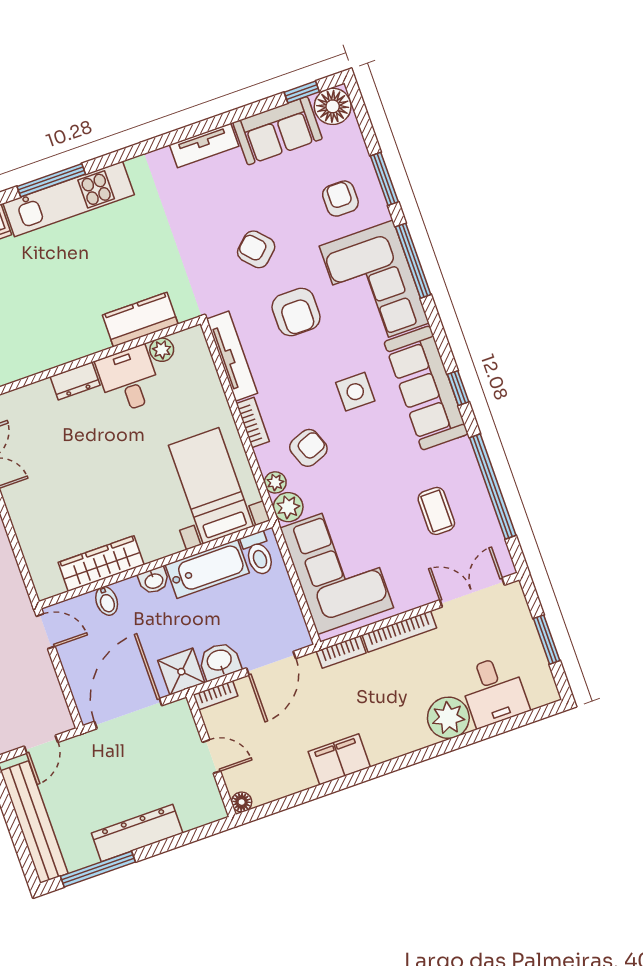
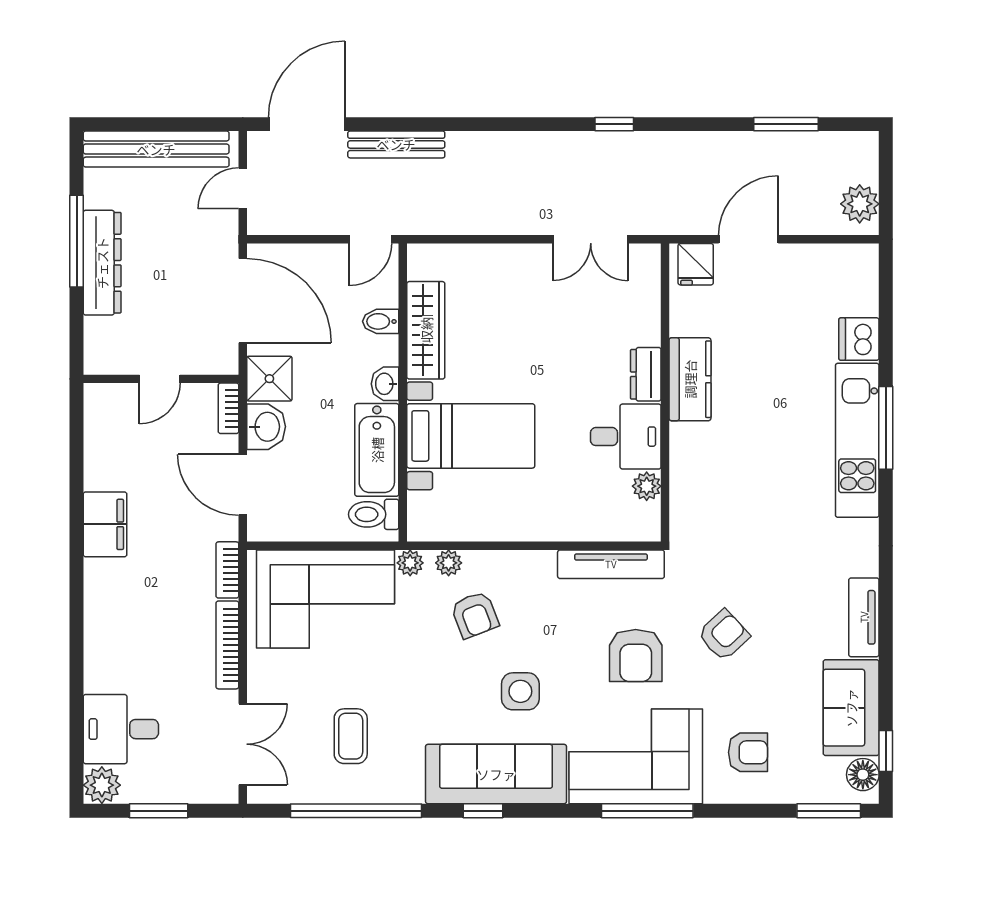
floor lamp: (333, 106) -> (863, 775), width x0.73, depth x0.73
window: (384, 179) -> (829, 811), moved
armchair: (296, 312) -> (636, 656), turned -90
kitchen counter: (140, 320) -> (690, 379), moved
bookcase: (253, 422) -> (526, 561), removed
bed with nightstands: (211, 486) -> (471, 436), moved
plant: (288, 507) -> (410, 563), width x0.73, depth x0.73
coffee table: (436, 511) -> (351, 736), turned 90
plant: (448, 718) -> (102, 785), moved, width x0.73, depth x0.73
door: (41, 744) -> (243, 188), hinge flipped
floor lamp: (242, 802) -> (95, 395), removed
window: (98, 869) -> (77, 241), moved

